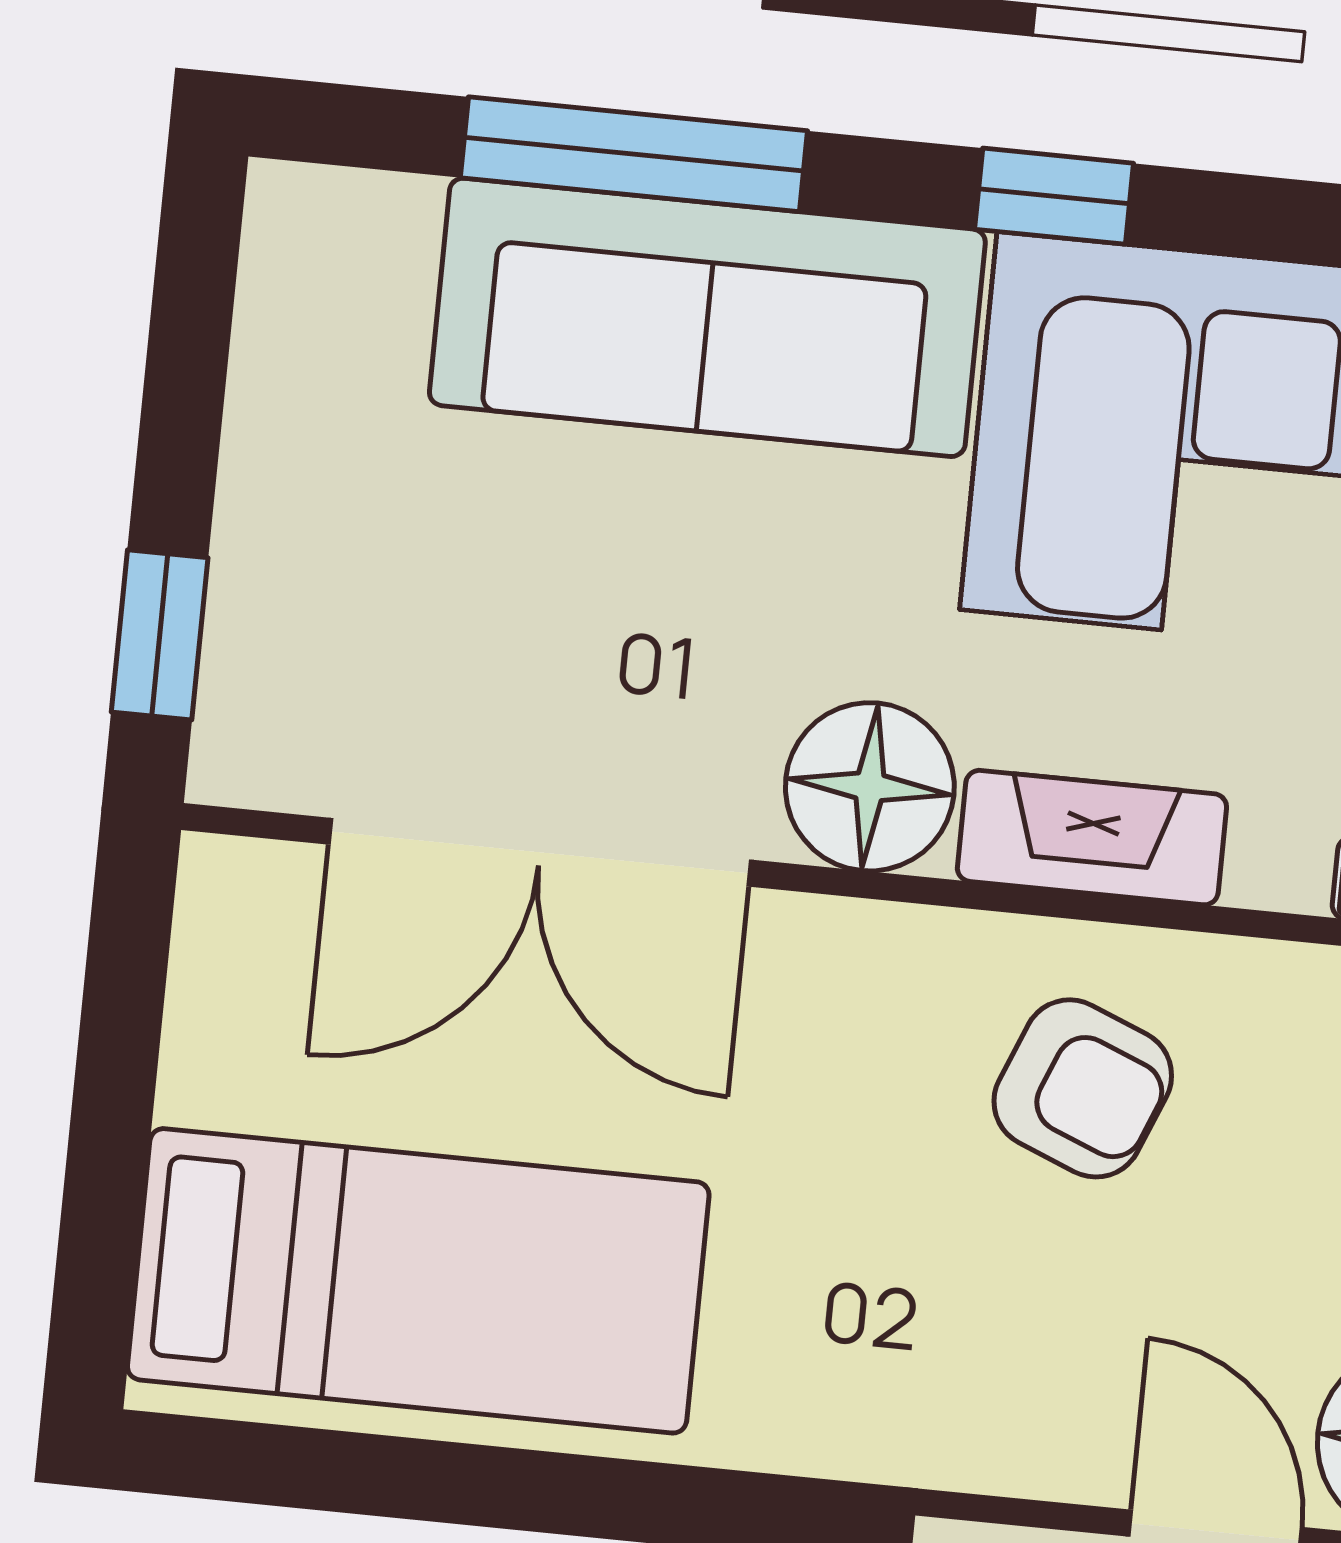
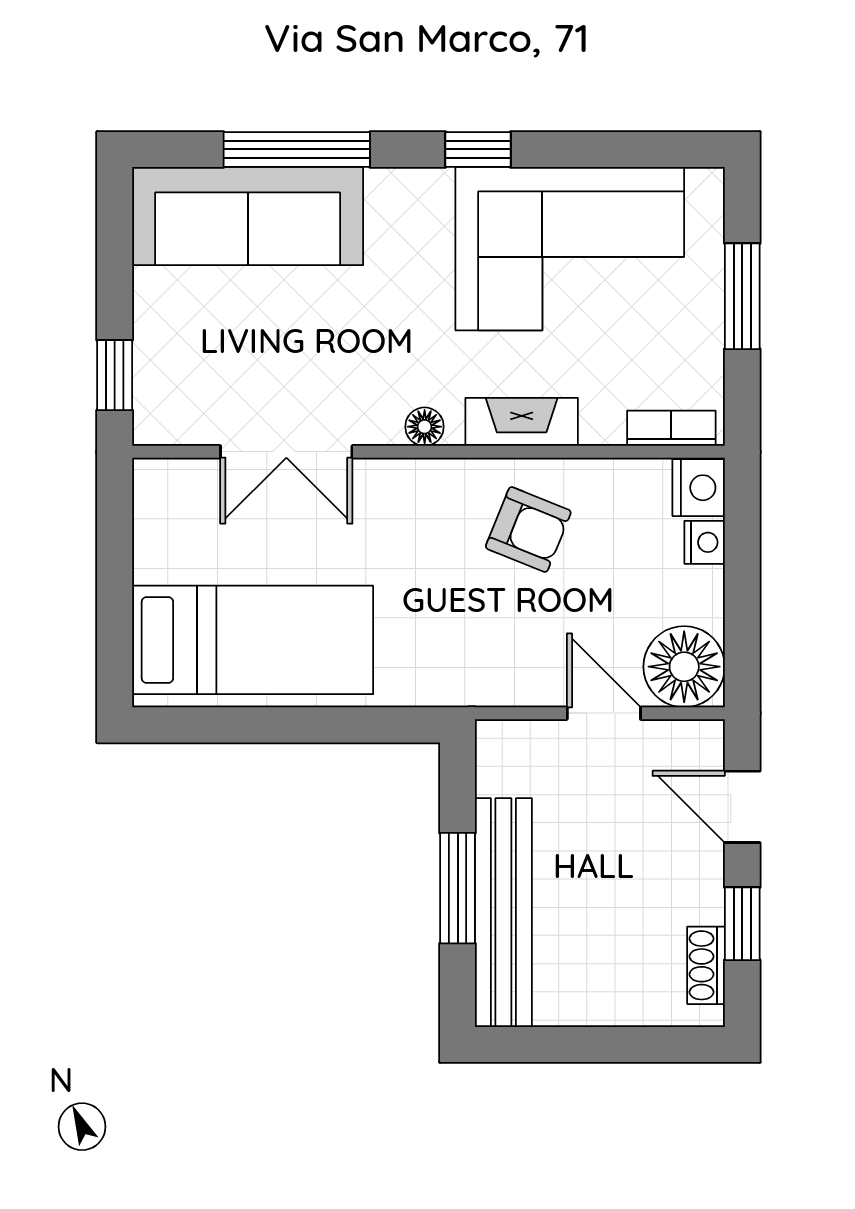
sofa: (707, 317) -> (248, 216), moved
floor lamp: (870, 787) -> (425, 427), width x0.53, depth x0.53
double door: (540, 852) -> (286, 452), width x0.73

